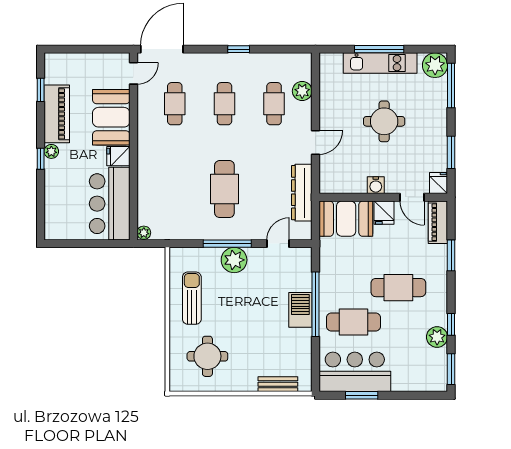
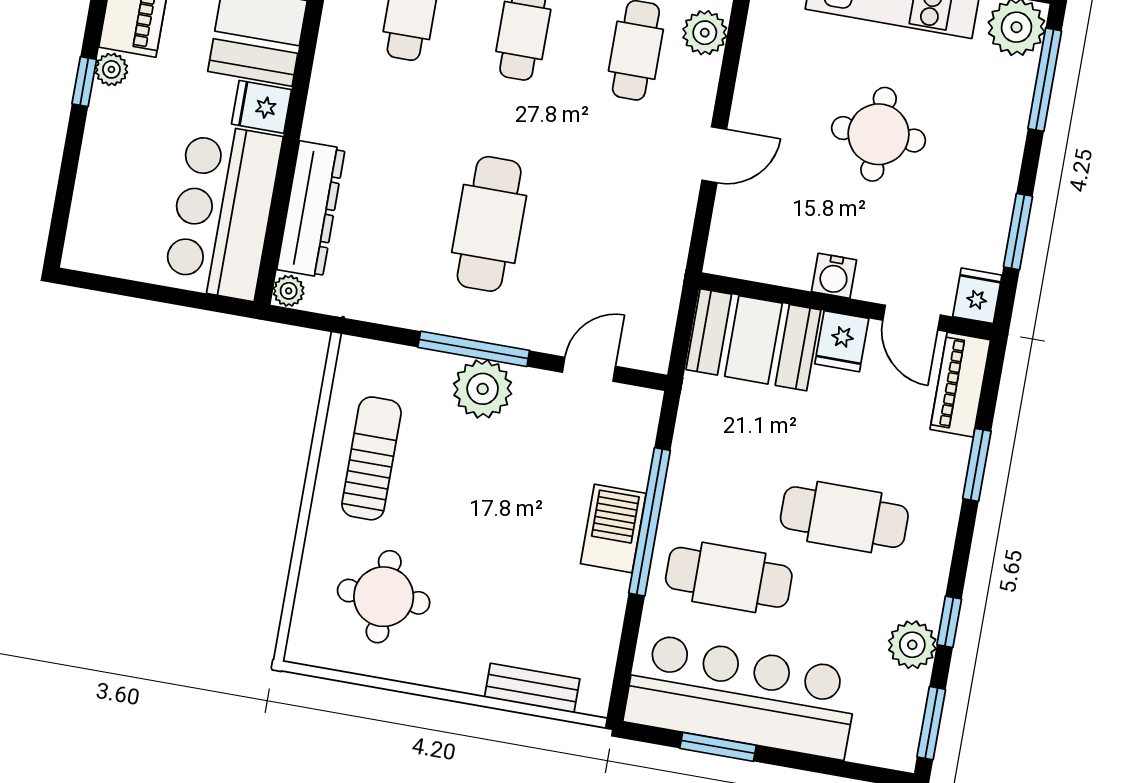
dresser: (302, 193) -> (311, 209), moved, turned 180
bar counter: (355, 372) -> (741, 696), width x1.36

